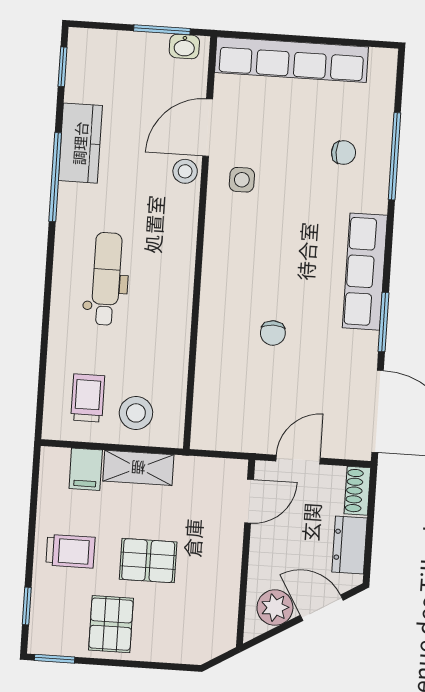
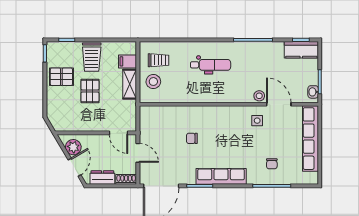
kitchen counter: (80, 143) -> (301, 50), moved
trolley: (70, 551) -> (92, 57), width x1.36, depth x1.39

